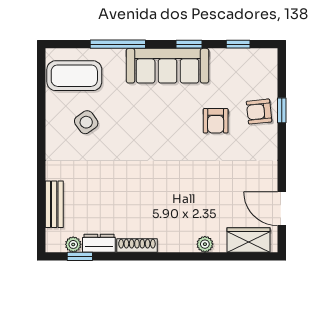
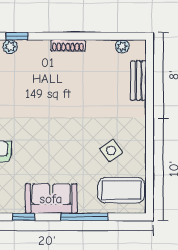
sofa: (168, 66) -> (51, 199), width x0.73
dresser: (99, 243) -> (100, 47), removed
window: (80, 256) -> (17, 36), moved

